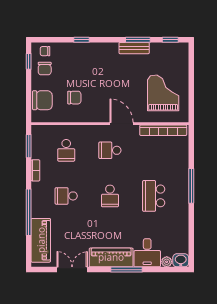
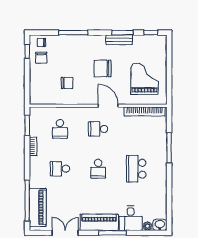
window: (81, 40) -> (73, 33), width x2.17
chair: (42, 100) -> (103, 69), moved, turned 180
window: (191, 186) -> (169, 148), moved
window: (29, 212) -> (27, 201), moved

